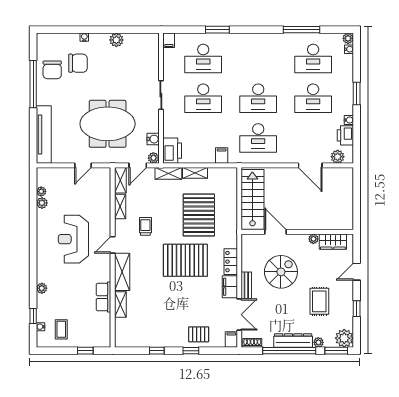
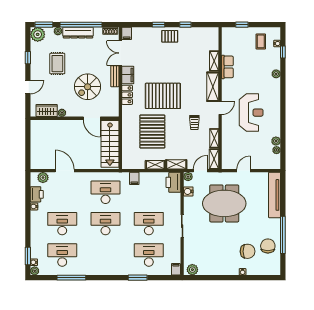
plant: (116, 40) -> (192, 270), moved
chair: (78, 63) -> (248, 251), turned 180
window: (357, 94) -> (28, 256), moved
pallet: (199, 334) -> (170, 36), moved

